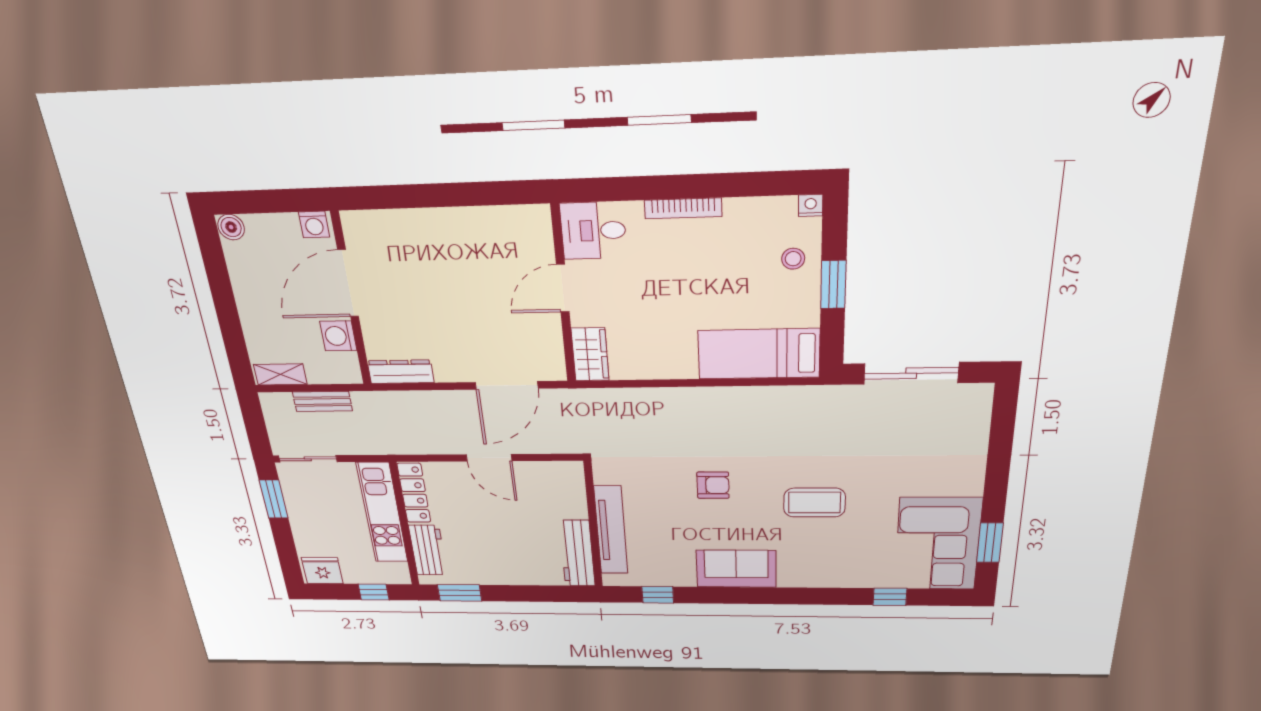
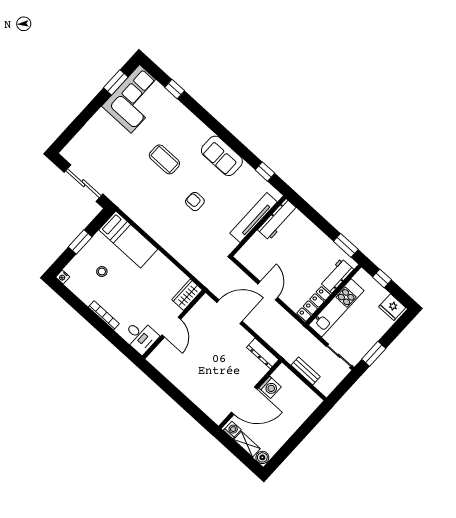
stool: (793, 259) -> (102, 271), moved
door: (563, 288) -> (171, 327), hinge flipped
shelving: (280, 374) -> (247, 444), moved

